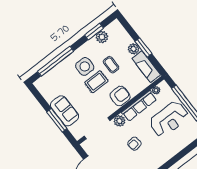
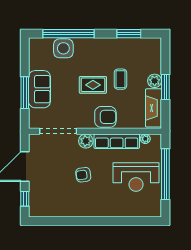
plant: (102, 37) -> (133, 45), removed
side table: (85, 66) -> (63, 48), moved

